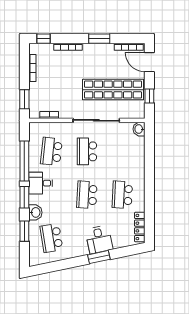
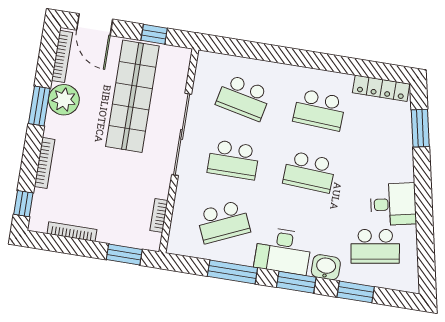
plant: (105, 52) -> (64, 100), added
door: (149, 62) -> (95, 25), hinge flipped
washbasin: (139, 129) -> (209, 62), removed
school desk: (51, 151) -> (223, 222), turned -30
school desk: (122, 151) -> (243, 98), added
window: (24, 161) -> (232, 272), width x0.68
desk: (41, 183) -> (283, 251), width x1.37
desk: (99, 240) -> (393, 204), moved
window: (99, 257) -> (420, 128), moved

